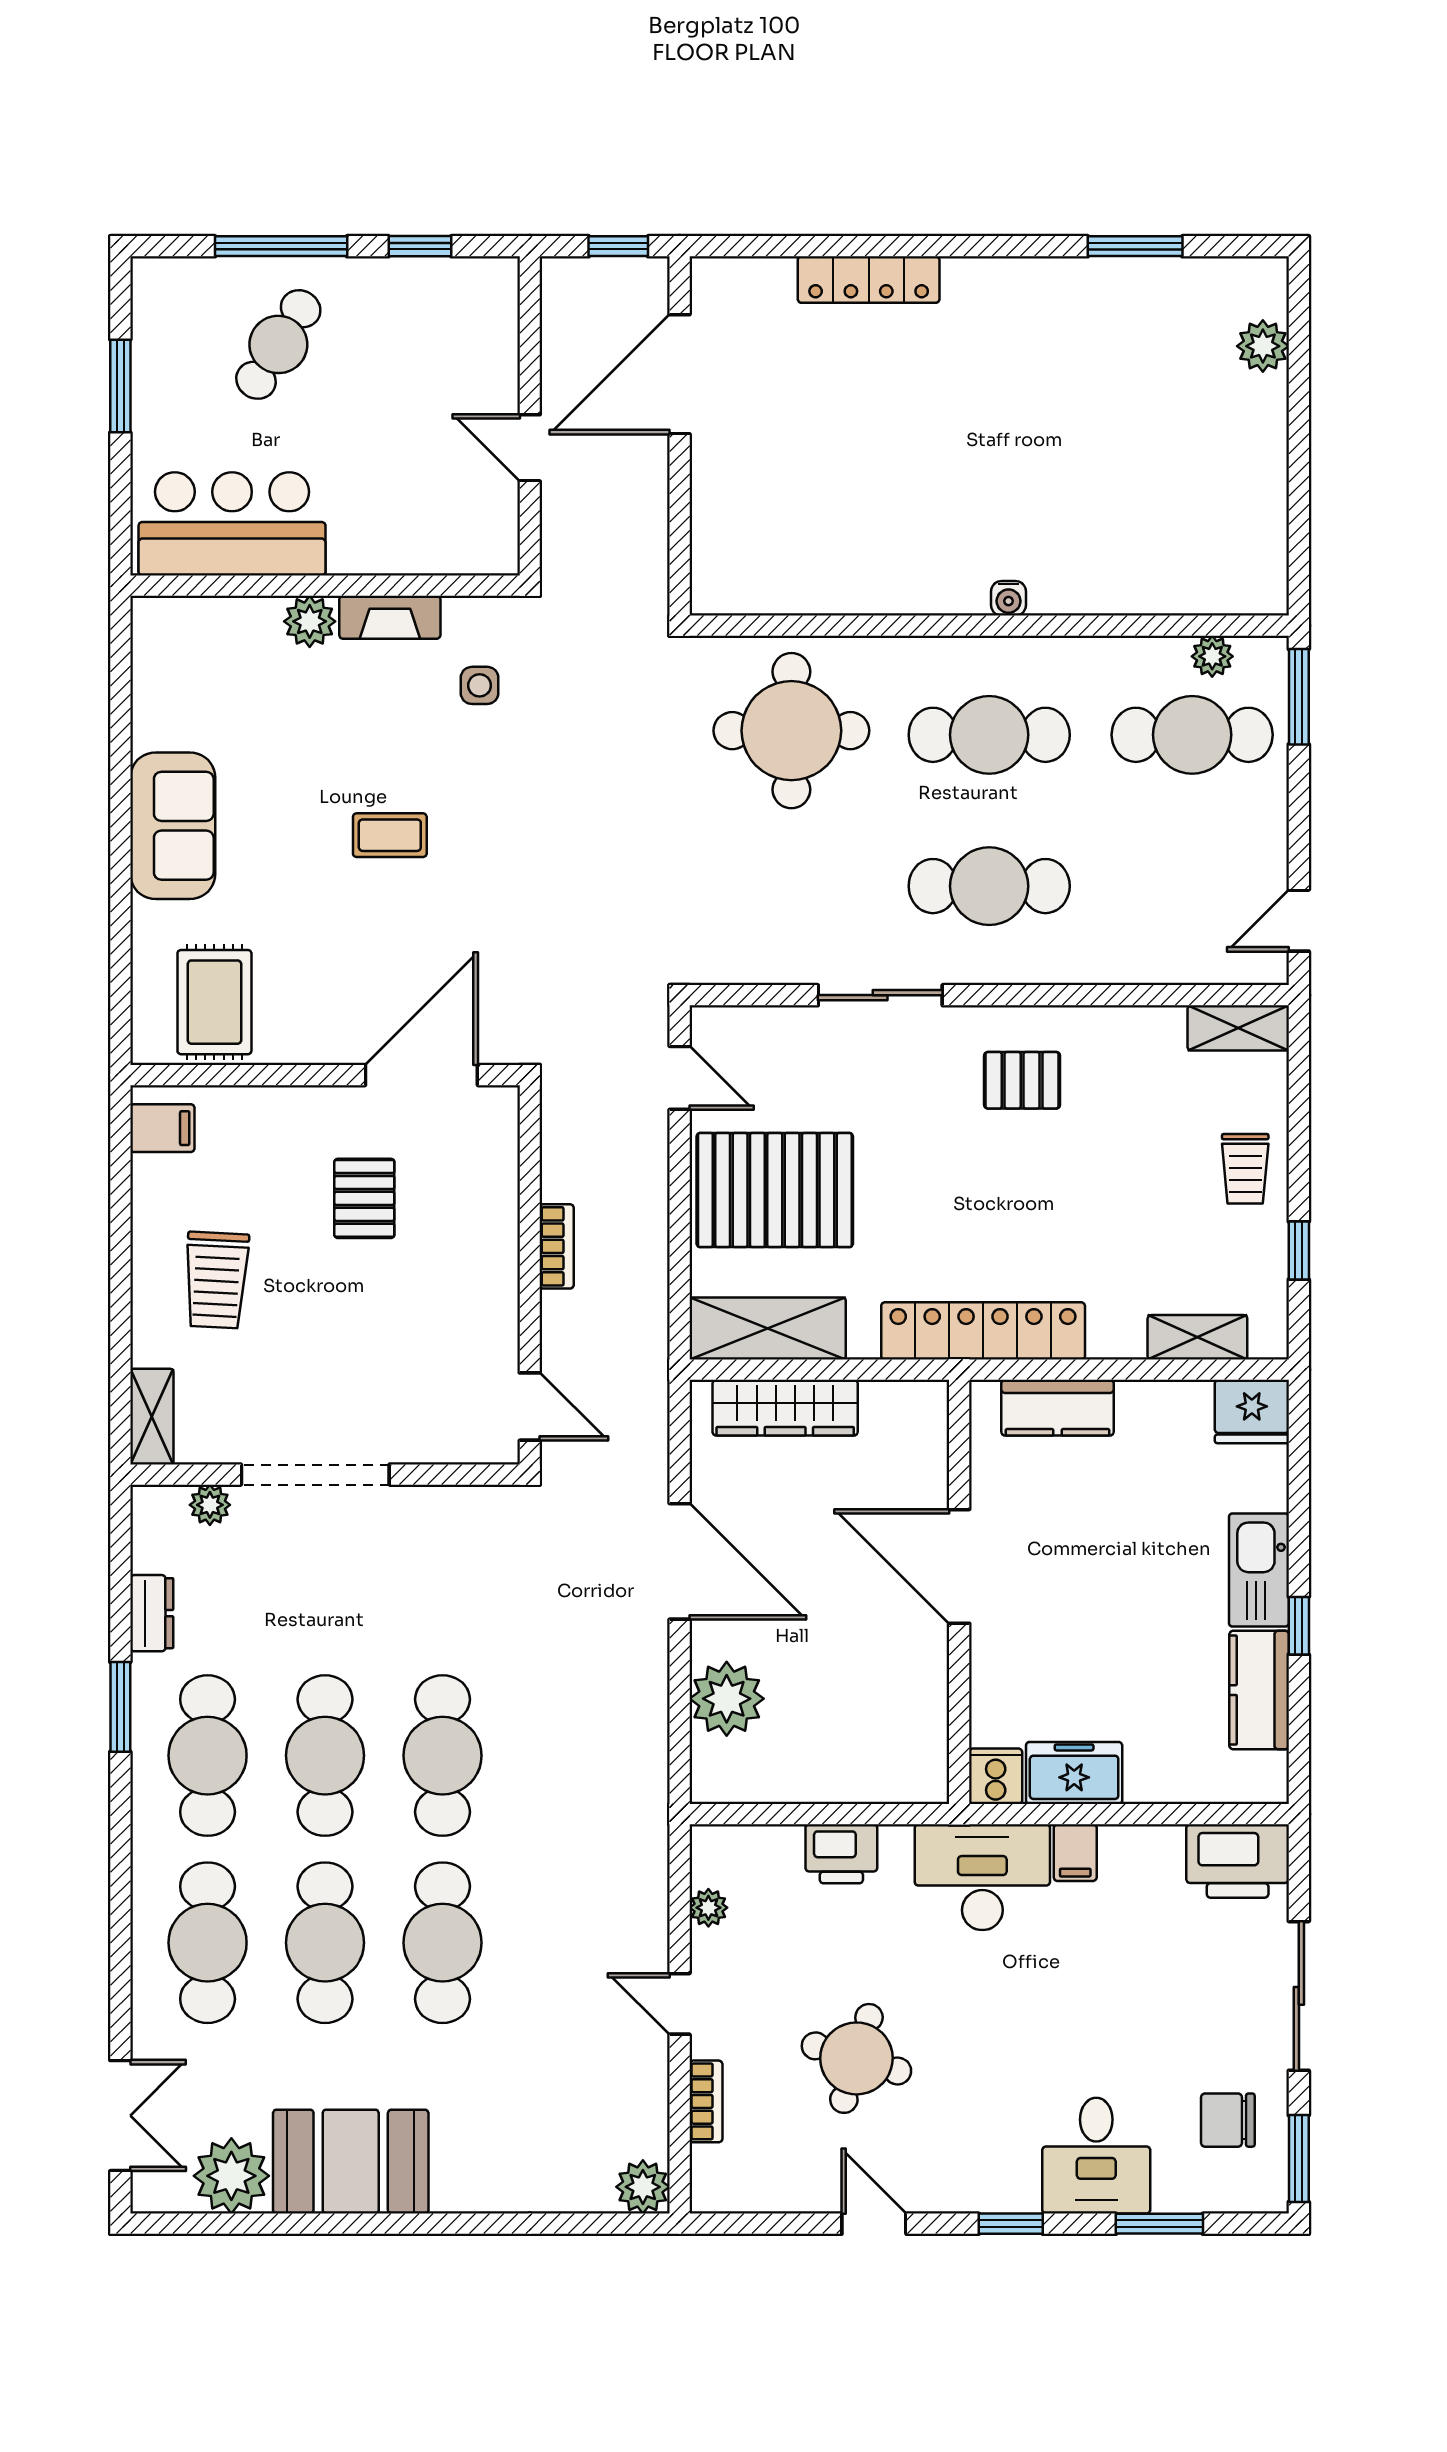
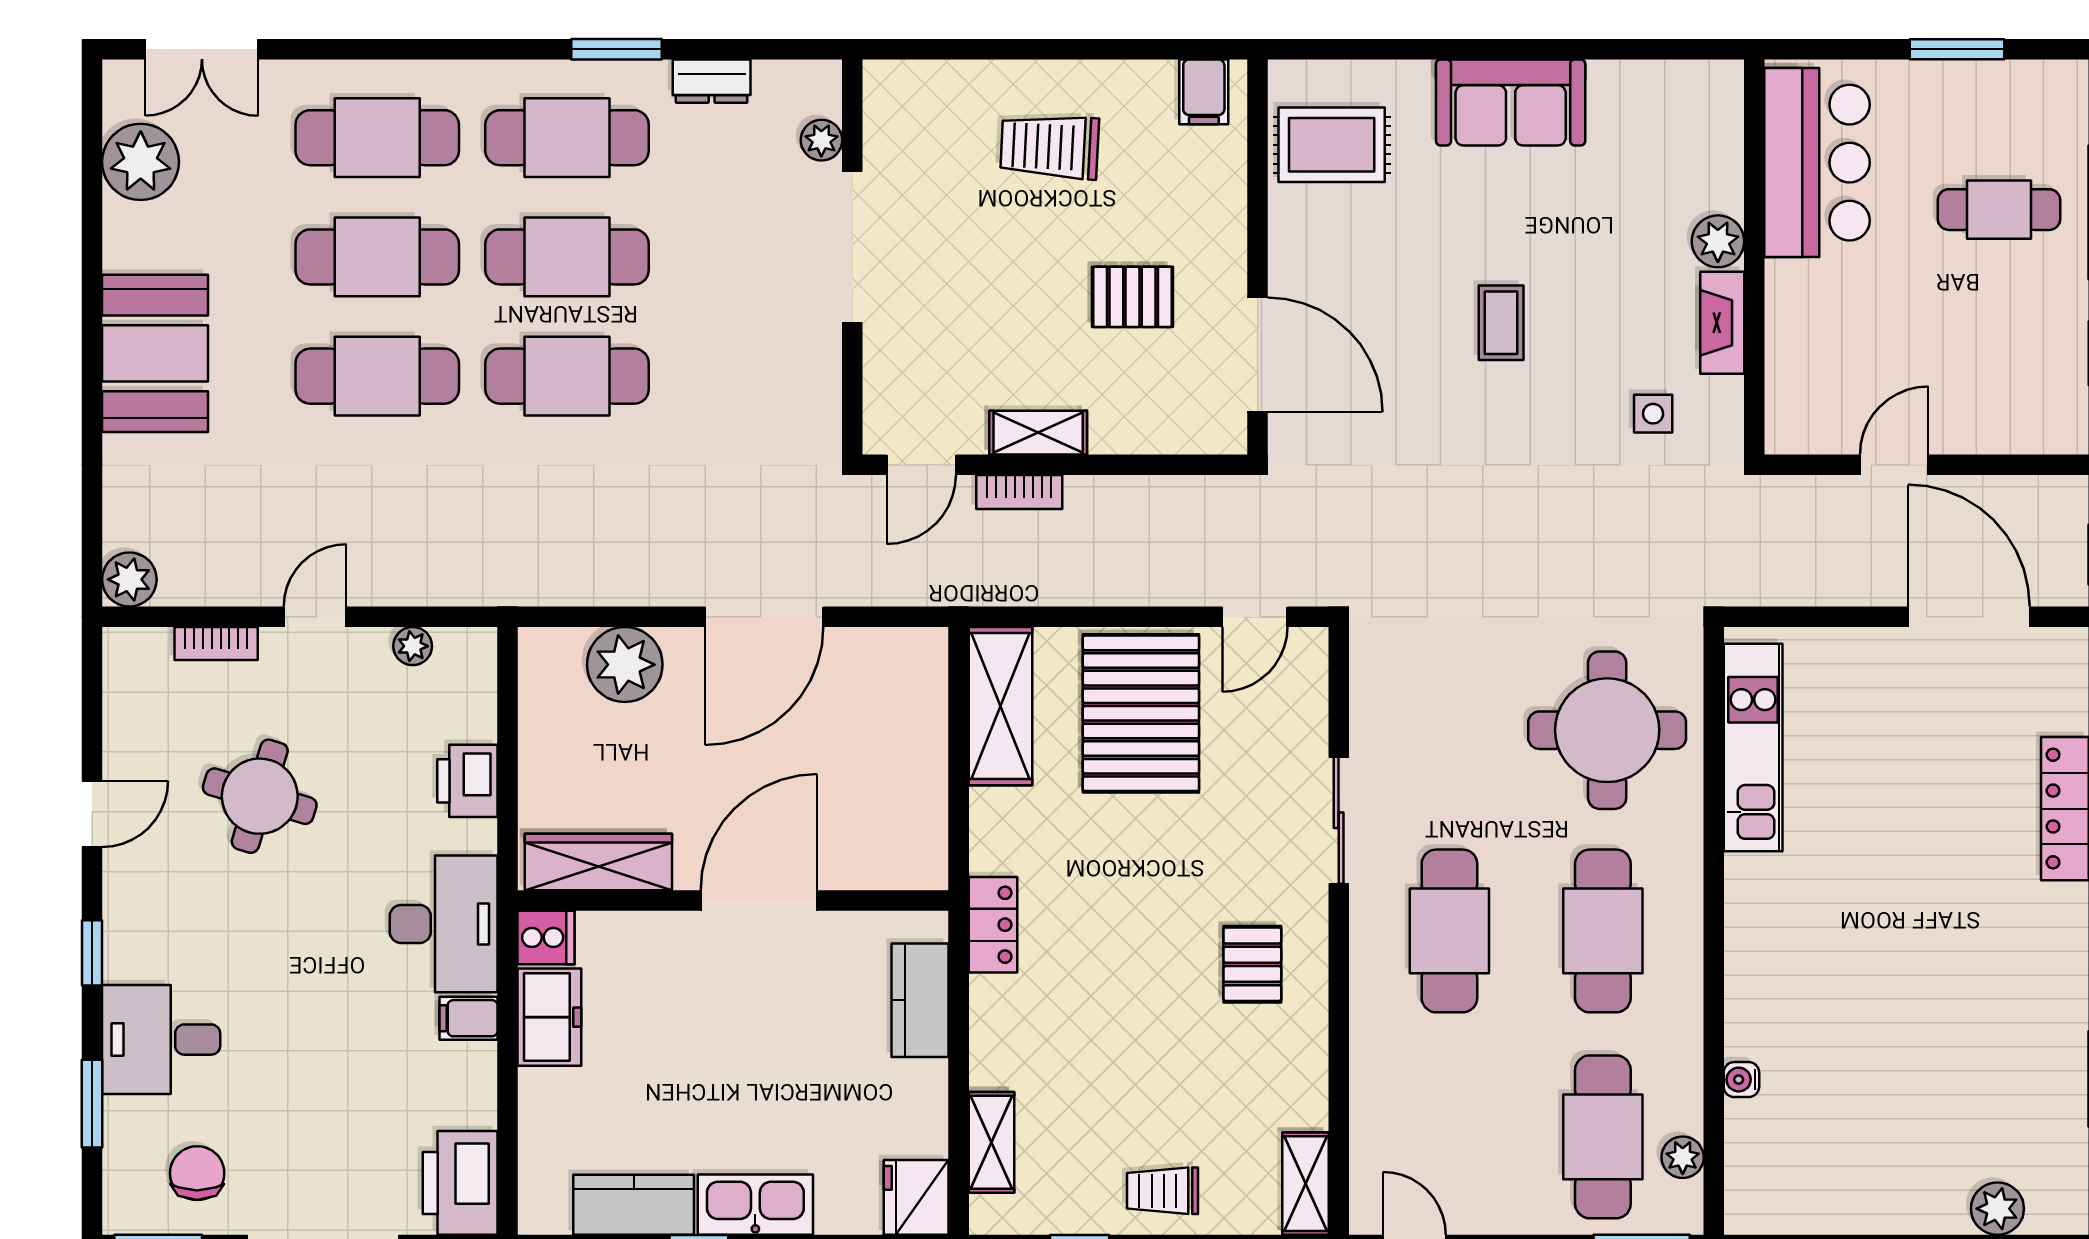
cafe table: (278, 344) -> (1999, 210), turned -32
kitchen unit: (808, 587) -> (1753, 747), added
water cooler: (1009, 598) -> (1741, 1080), moved
bookcase: (557, 1246) -> (1019, 492), moved
locker: (983, 1331) -> (993, 925), width x0.46, depth x0.83
wardrobe: (785, 1408) -> (598, 862), moved, turned 90
shelving: (152, 1417) -> (1038, 433), moved
booth: (351, 2162) -> (155, 353), moved

